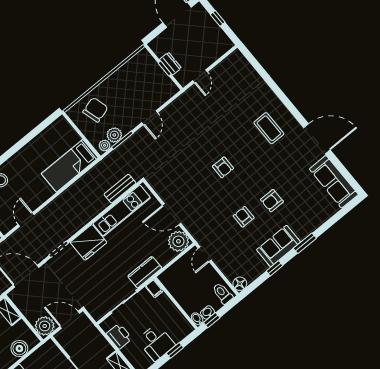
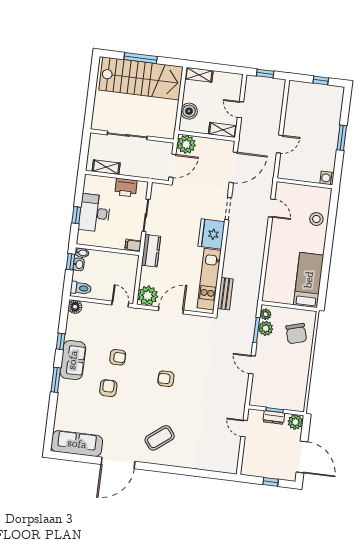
plant: (158, 45) -> (295, 422), added
coffee table: (269, 128) -> (160, 438), turned -38
bed: (70, 166) -> (309, 280), moved
desk: (156, 342) -> (95, 213), width x1.37

